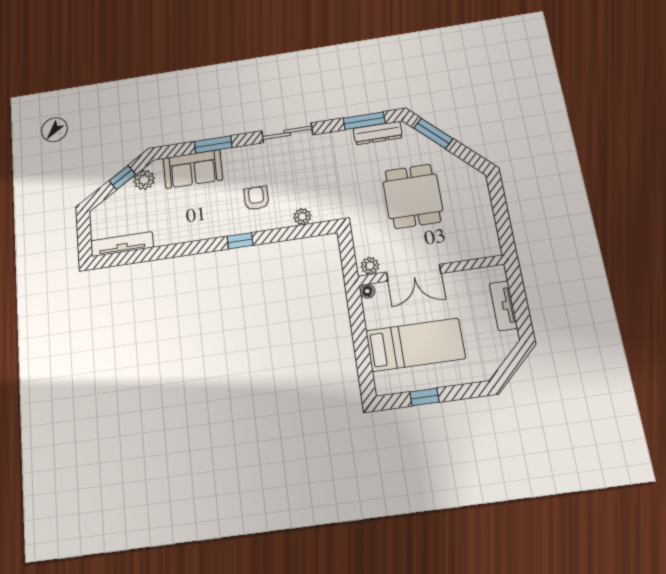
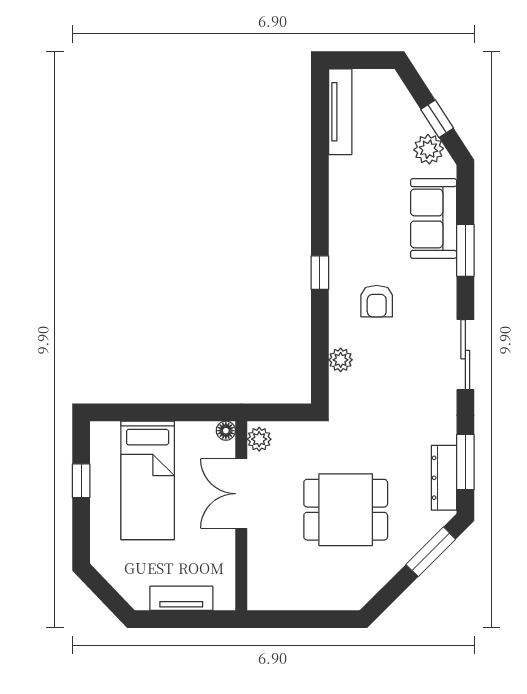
armchair: (256, 198) -> (377, 301), turned 90

